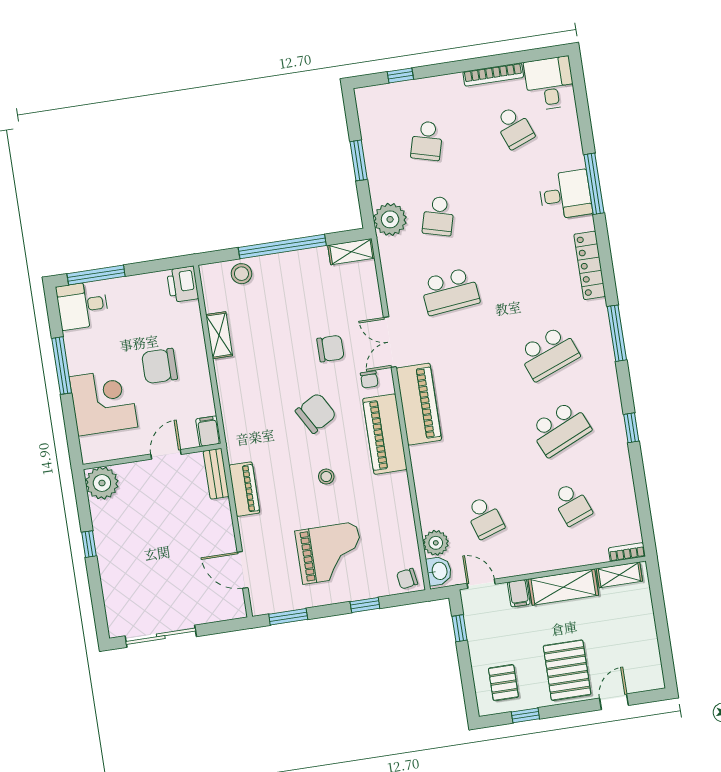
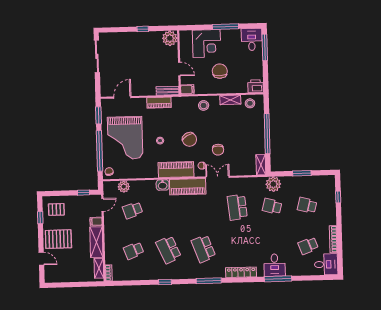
stool: (241, 274) -> (250, 103), moved
stool: (238, 392) -> (204, 105), added
grand piano: (330, 553) -> (125, 138), width x1.37, depth x1.48
washbasin: (439, 571) -> (163, 185), moved
window: (365, 605) -> (99, 151), width x3.17

